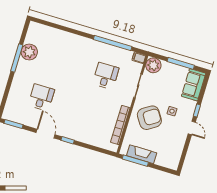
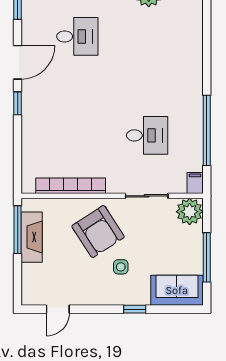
door: (192, 128) -> (58, 309), moved

